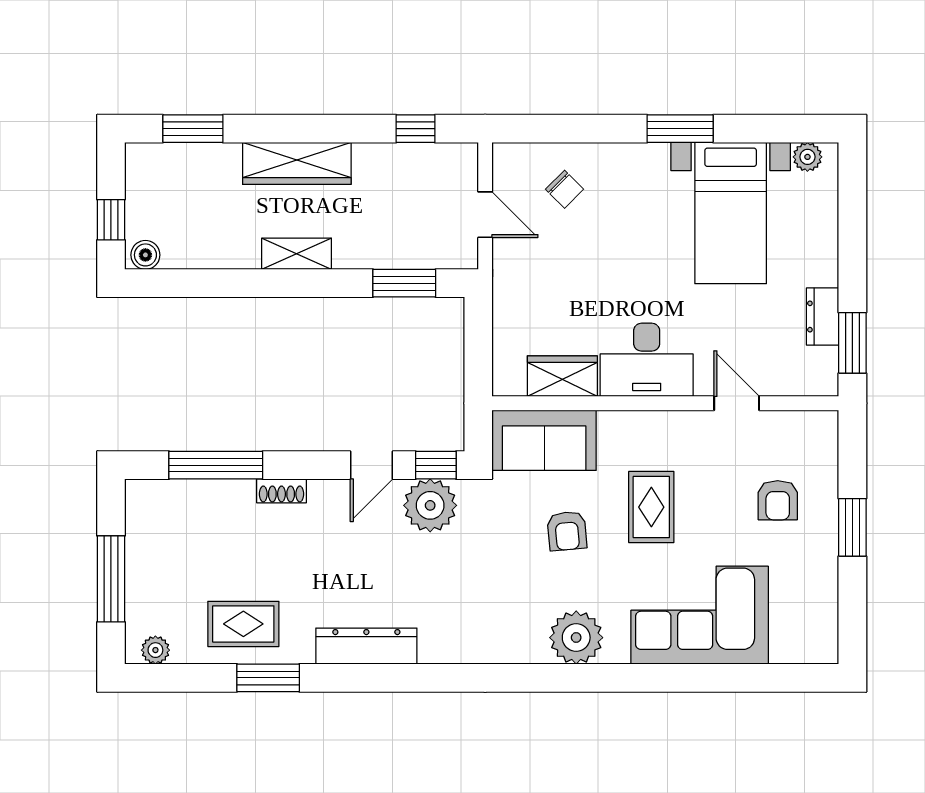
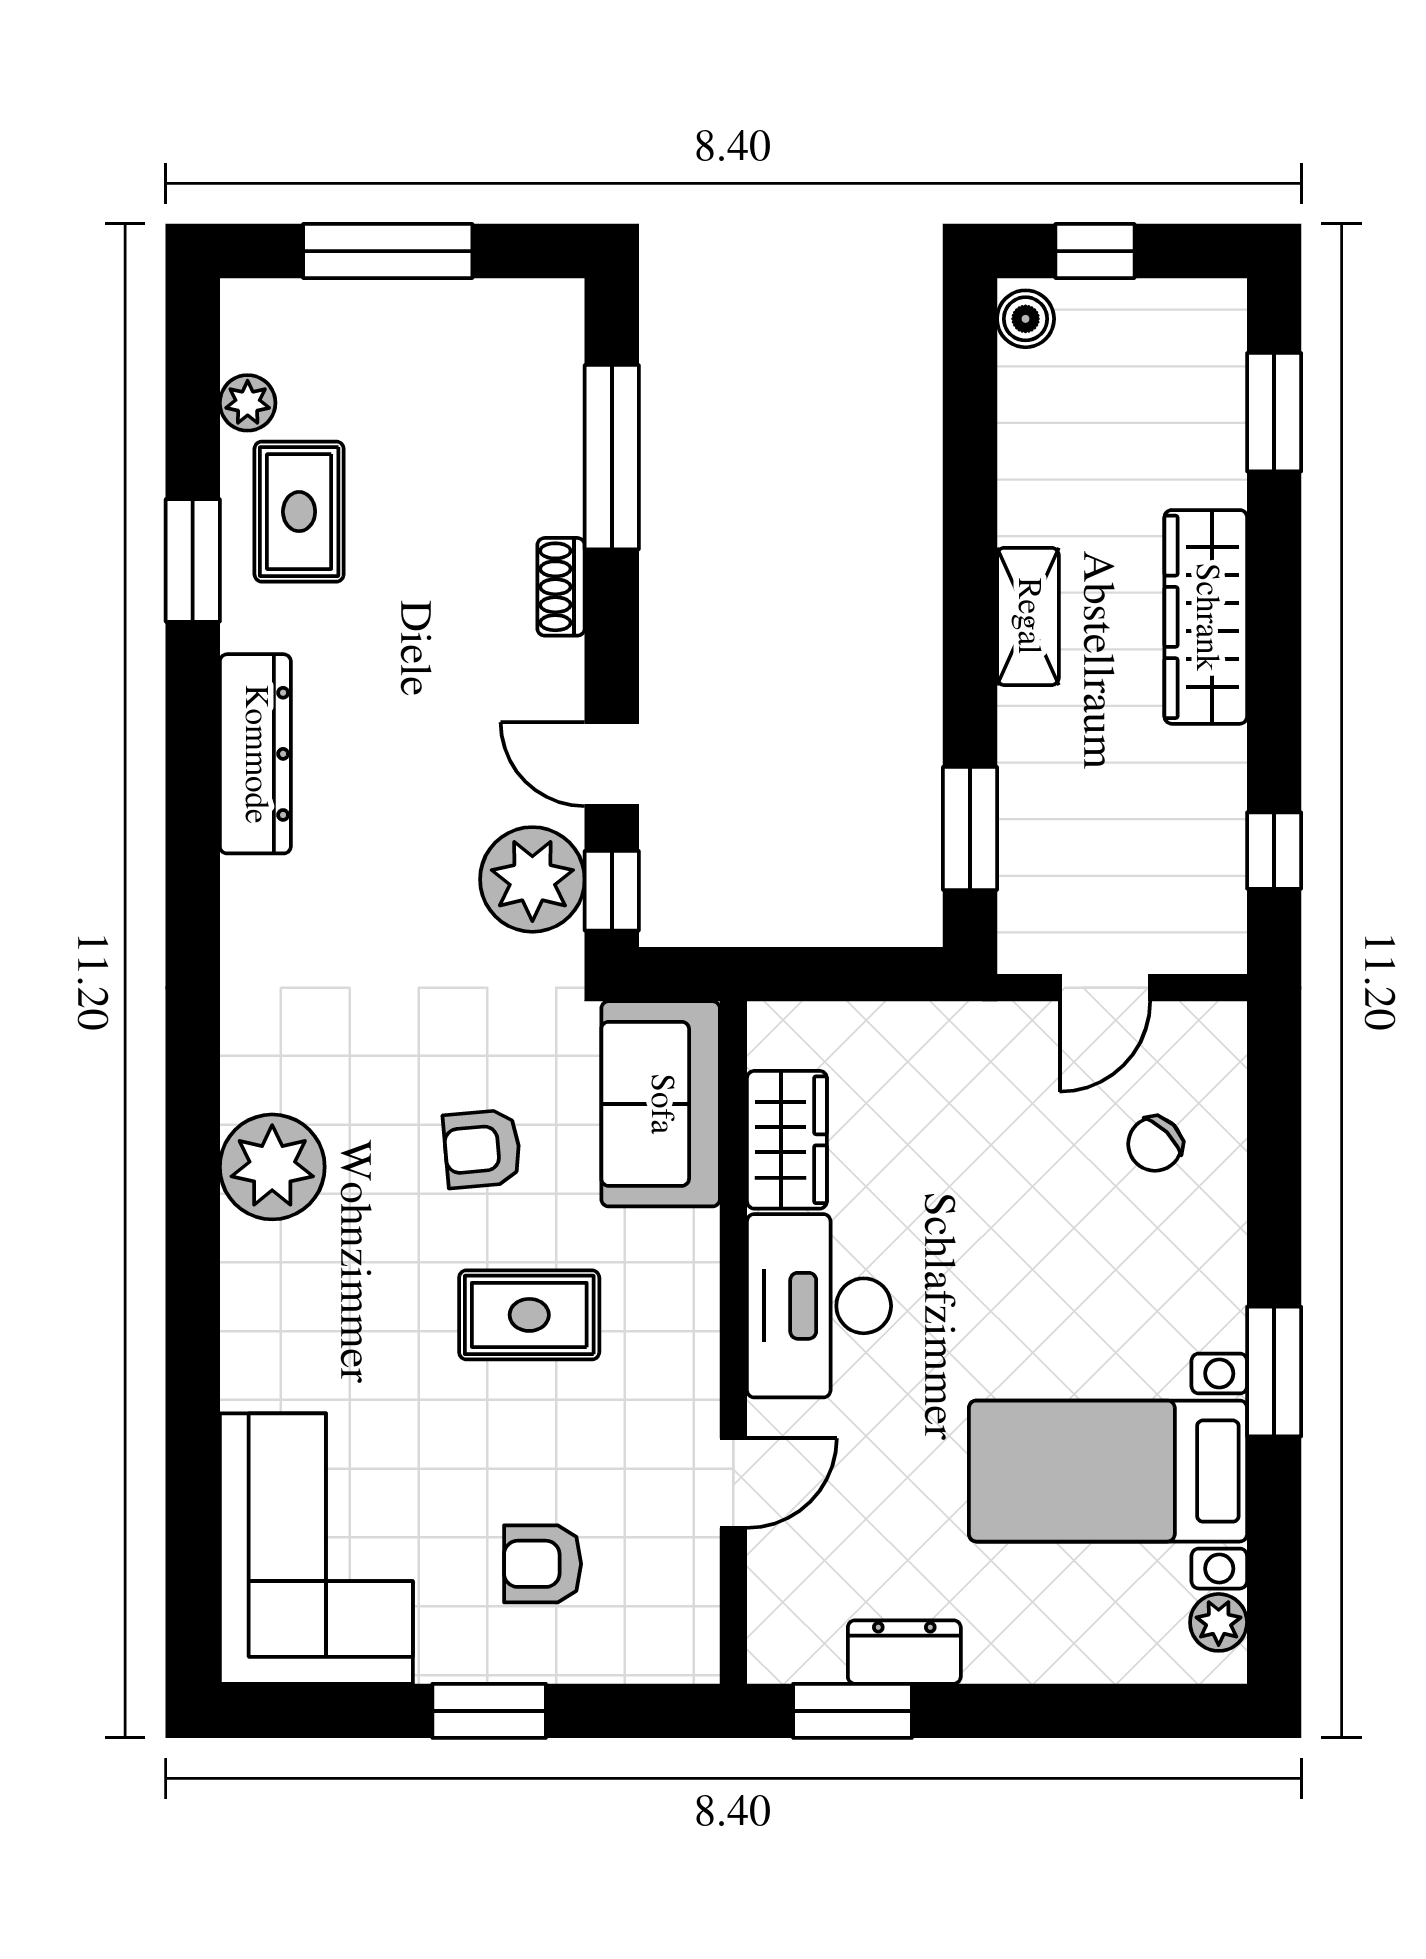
corner sofa: (700, 615) -> (316, 1549), moved
plant: (155, 650) -> (248, 403), moved

